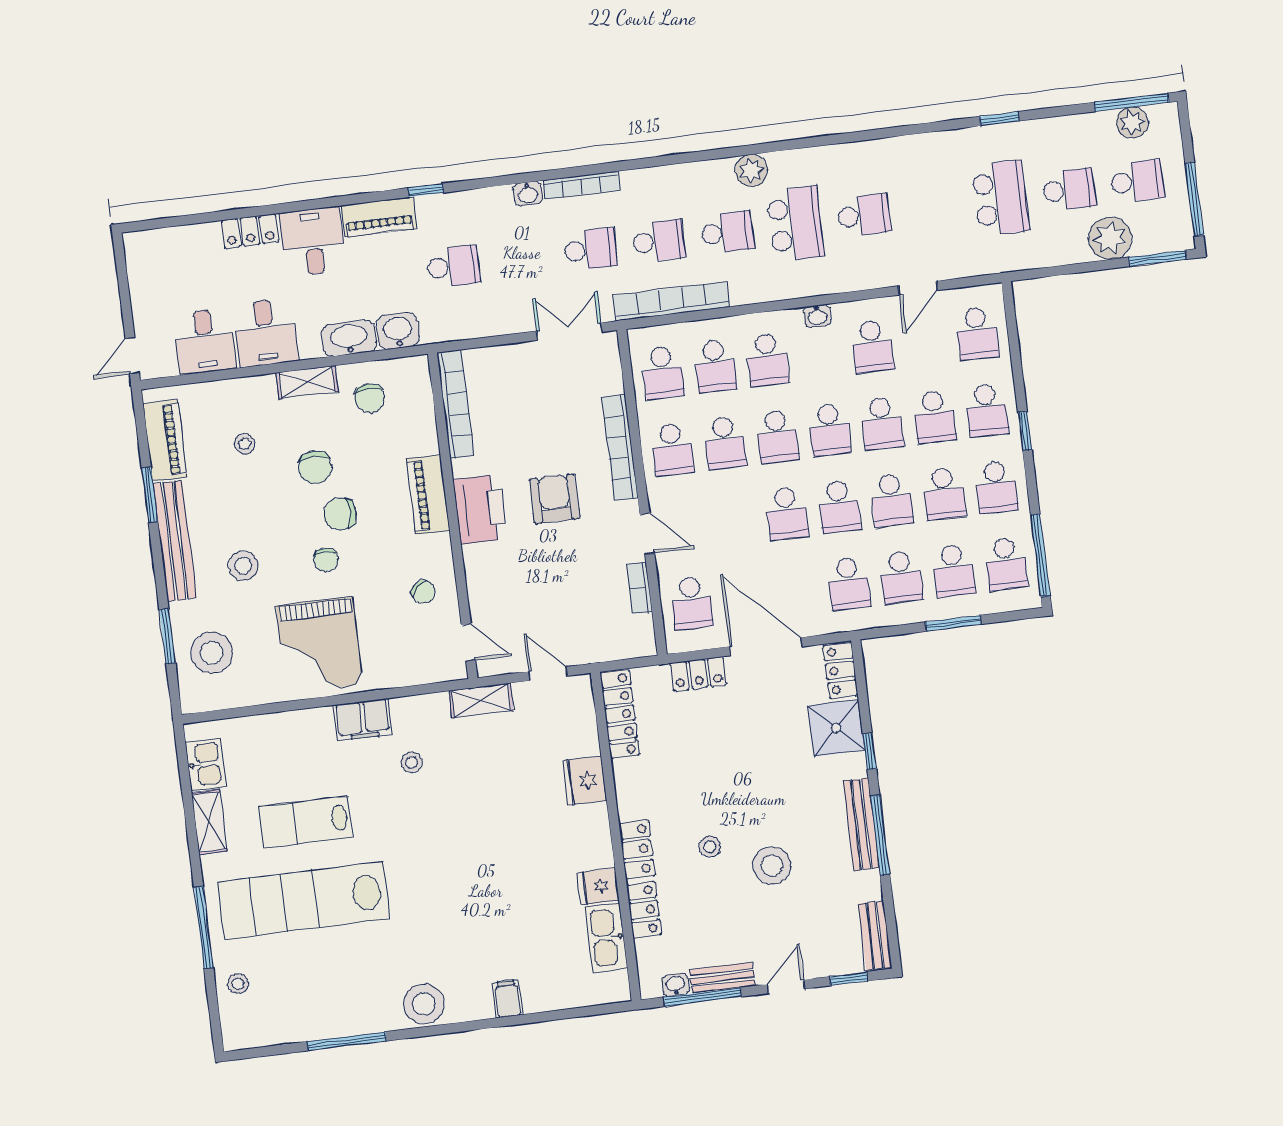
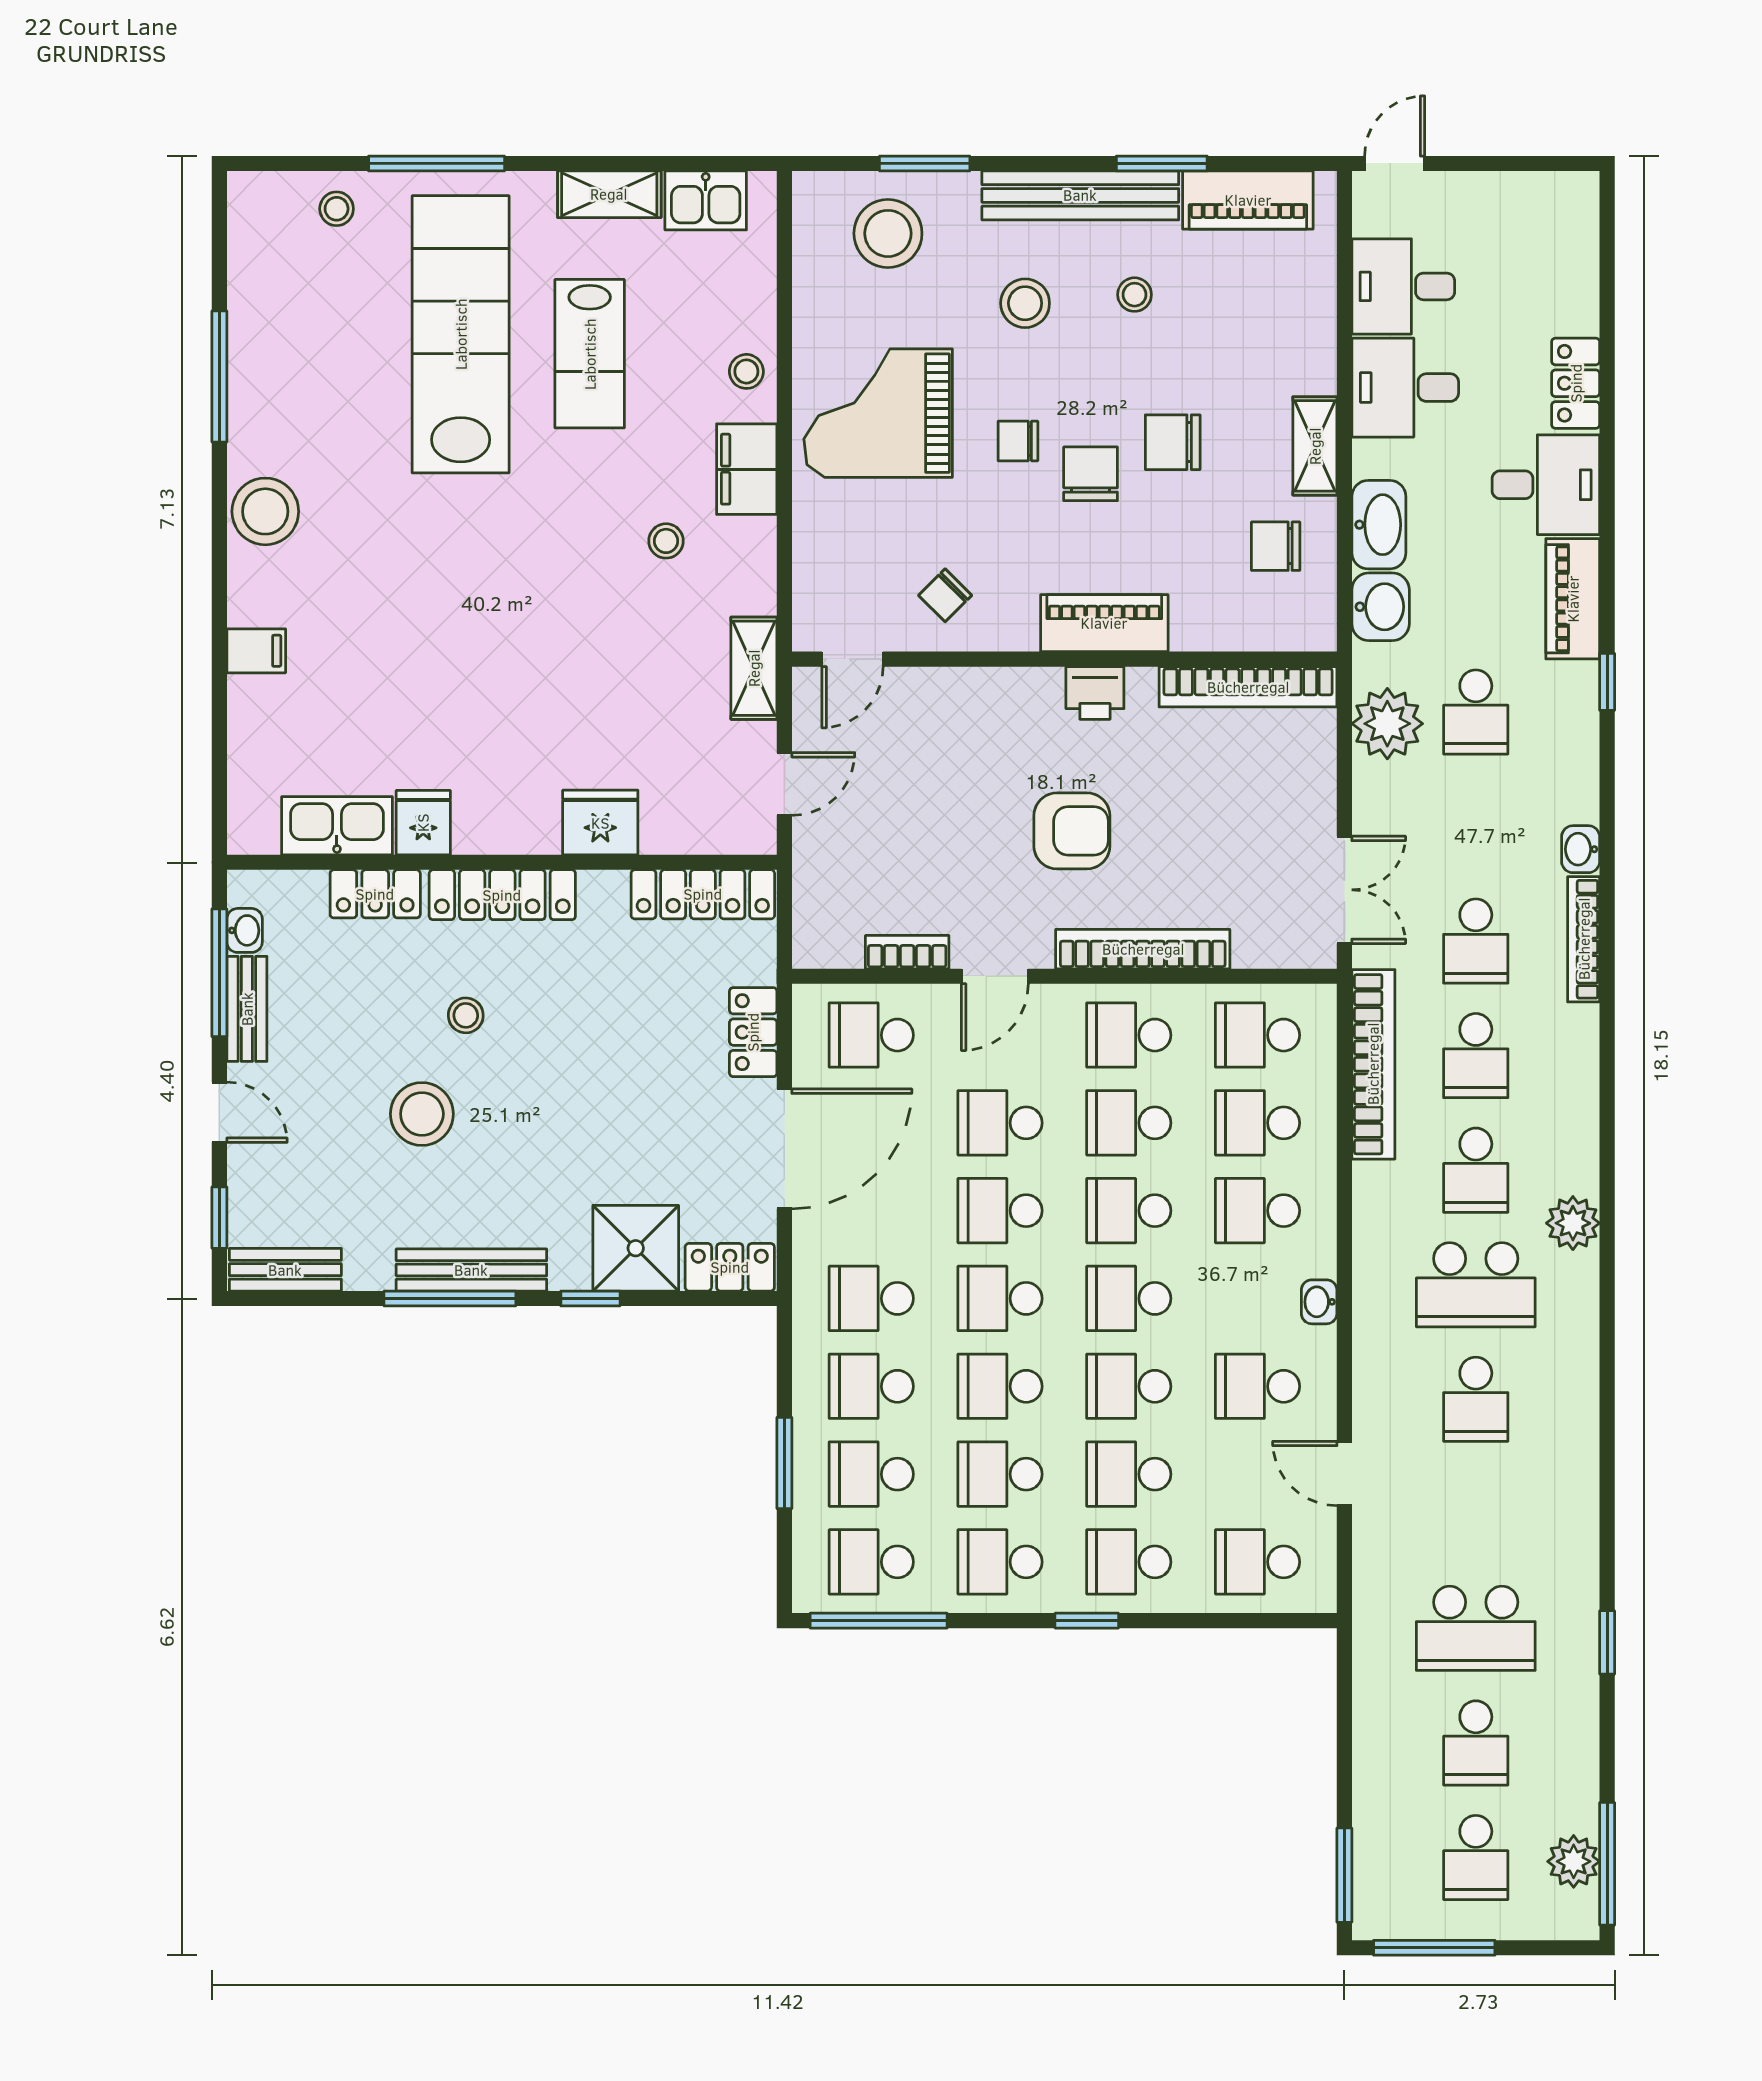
plant: (1110, 238) -> (1387, 724), moved
door: (132, 356) -> (1395, 163), hinge flipped
stool: (245, 444) -> (1135, 295), moved
printer: (480, 509) -> (1095, 693), width x0.53, depth x0.68
school desk: (734, 520) -> (1000, 1123), added
stool: (305, 727) -> (746, 371), added
lab bench: (306, 822) -> (590, 354), turned 180
locker: (637, 849) -> (502, 895), width x1.53

